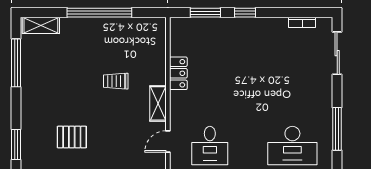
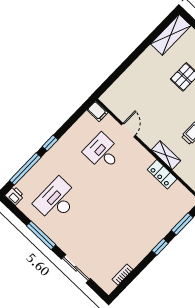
sliding door: (337, 53) -> (76, 269), moved
shelving: (158, 103) -> (166, 155), moved

